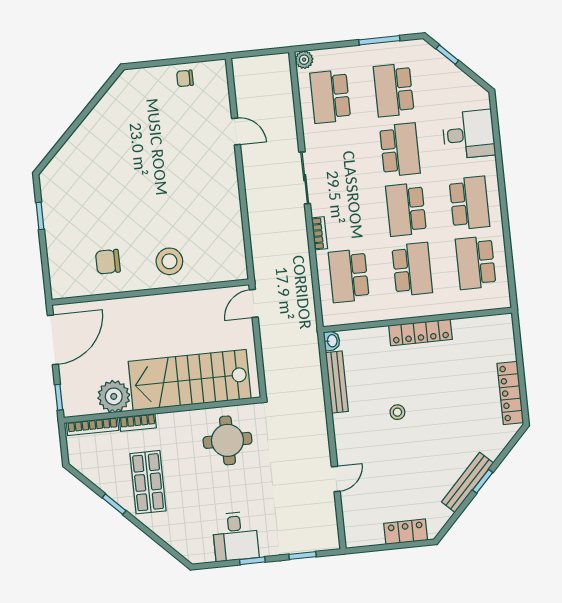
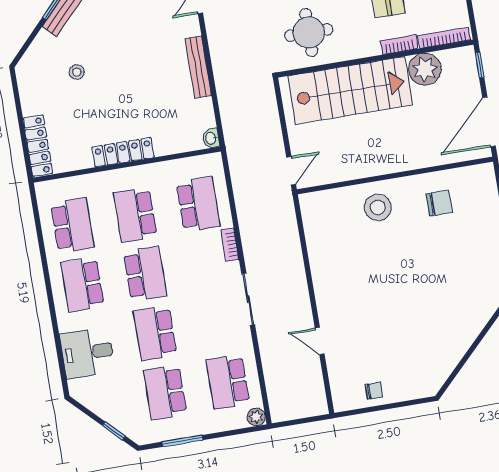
school desk: (394, 90) -> (165, 392), turned 180
school desk: (330, 97) -> (228, 382), turned 180
bench: (337, 382) -> (198, 67), moved
locker: (510, 393) -> (38, 146), moved
stool: (397, 412) -> (77, 72), moved

